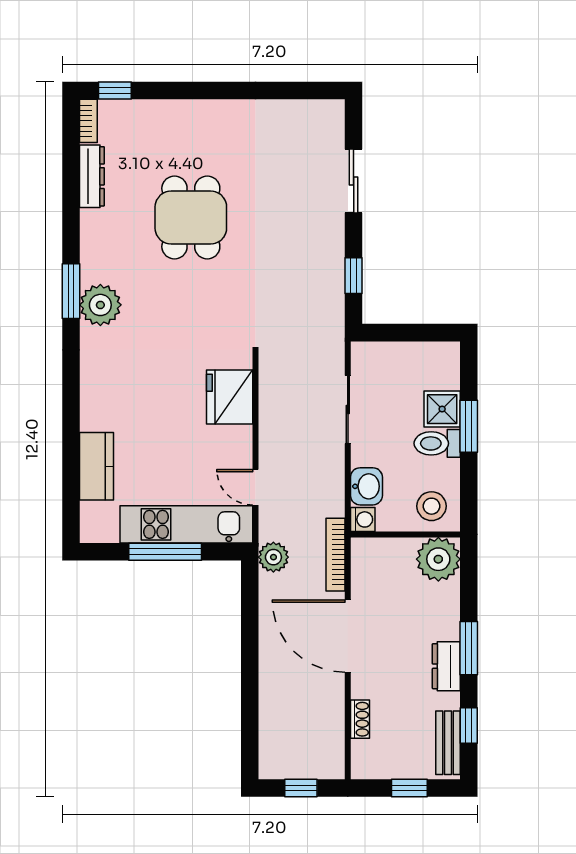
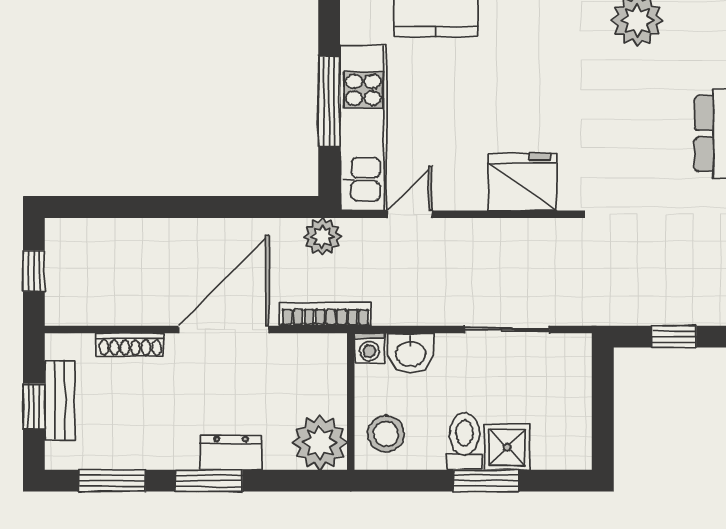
dresser: (446, 666) -> (231, 453), moved
shoe rack: (360, 719) -> (130, 345), width x1.43
window: (469, 725) -> (112, 481), width x1.50
bench: (448, 743) -> (60, 400), moved, turned 90

